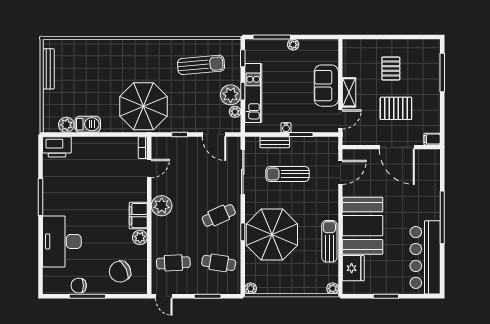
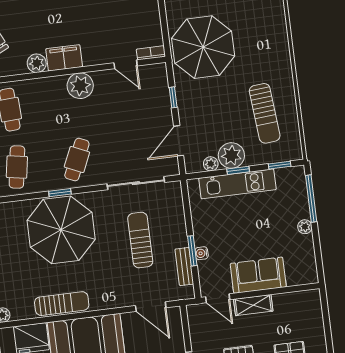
water cooler: (286, 128) -> (202, 253), moved
bench: (275, 142) -> (184, 267), moved
cafe table: (219, 215) -> (77, 160), turned 48

